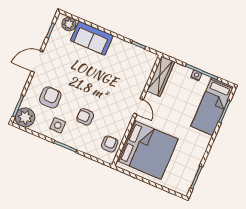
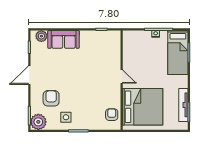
wardrobe: (161, 76) -> (129, 46), removed
armchair: (85, 117) -> (84, 102), removed
tv unit: (193, 167) -> (183, 105), added

